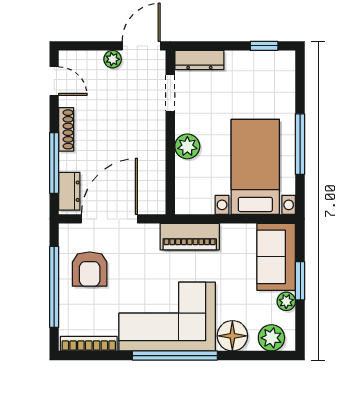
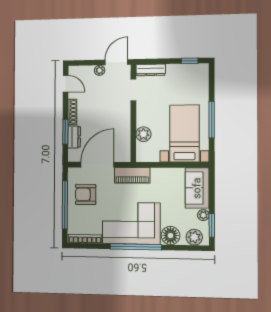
plant: (187, 146) -> (143, 134), moved
window: (54, 163) -> (65, 132), width x0.69
dresser: (69, 191) -> (74, 137), moved
piano: (190, 237) -> (132, 175), moved
armchair: (90, 269) -> (86, 194), turned 90
window: (300, 281) -> (212, 225), moved

